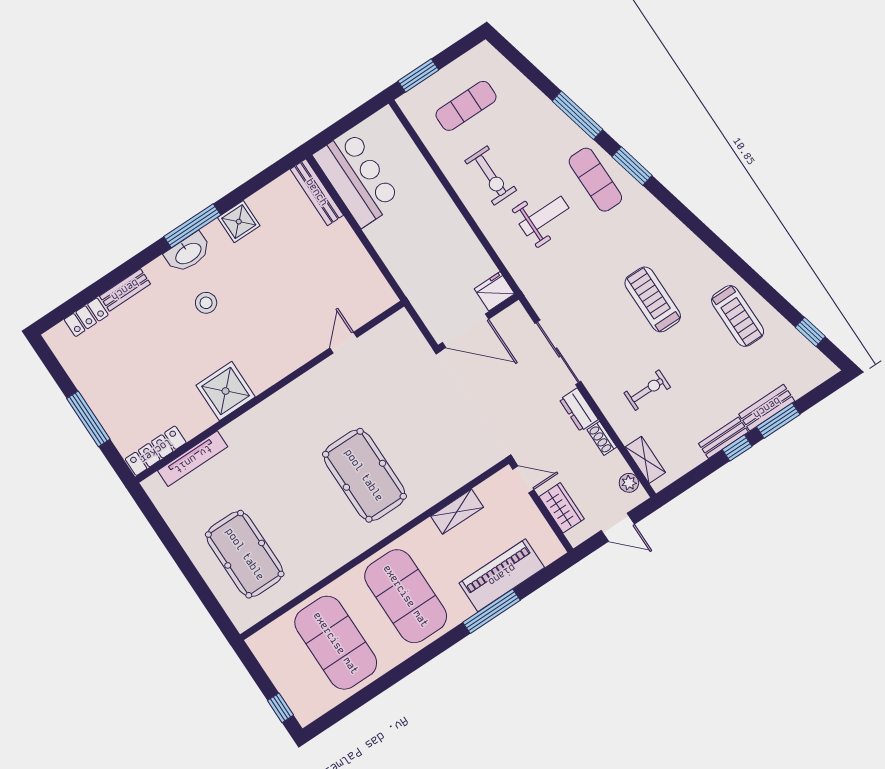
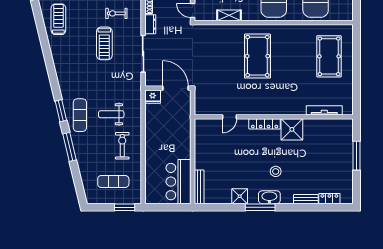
treadmill: (653, 299) -> (104, 43), moved
locker: (156, 451) -> (265, 124), moved

